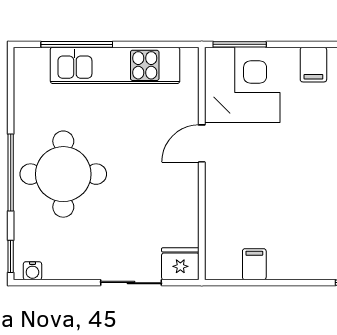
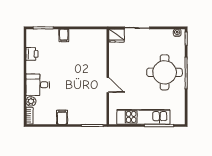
corner desk: (242, 85) -> (91, 109), removed
door: (202, 144) -> (108, 85), hinge flipped
filing cabinet: (254, 264) -> (64, 35), moved

